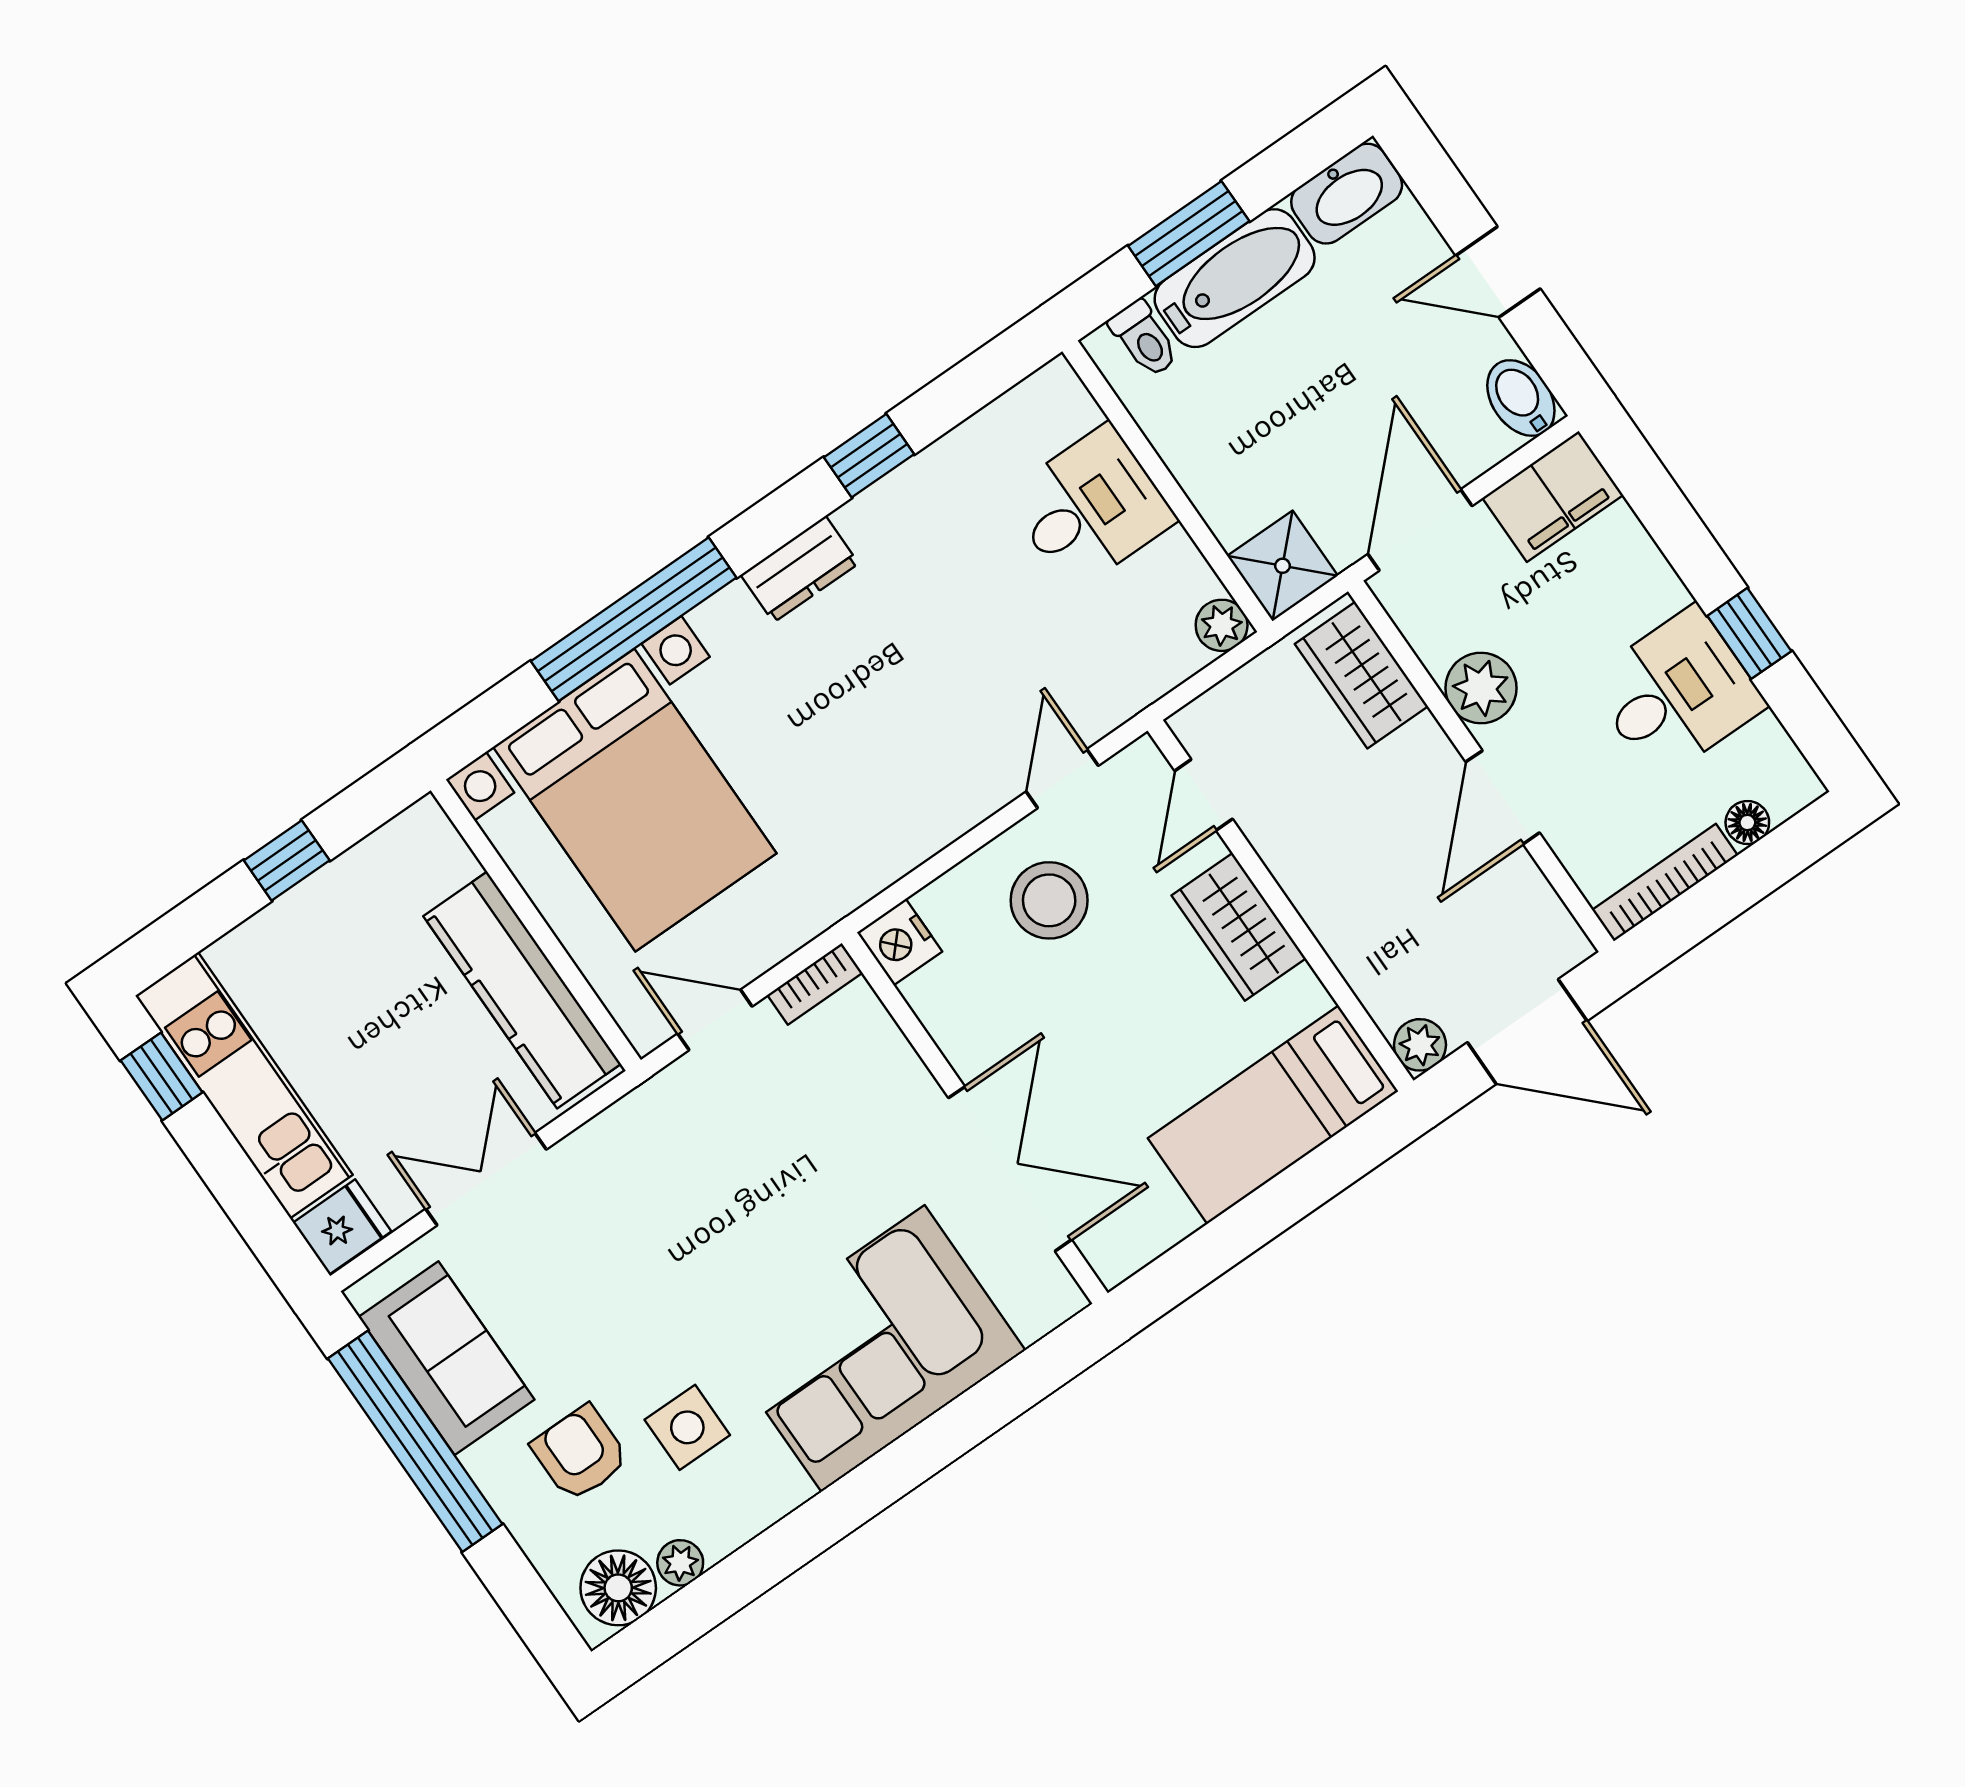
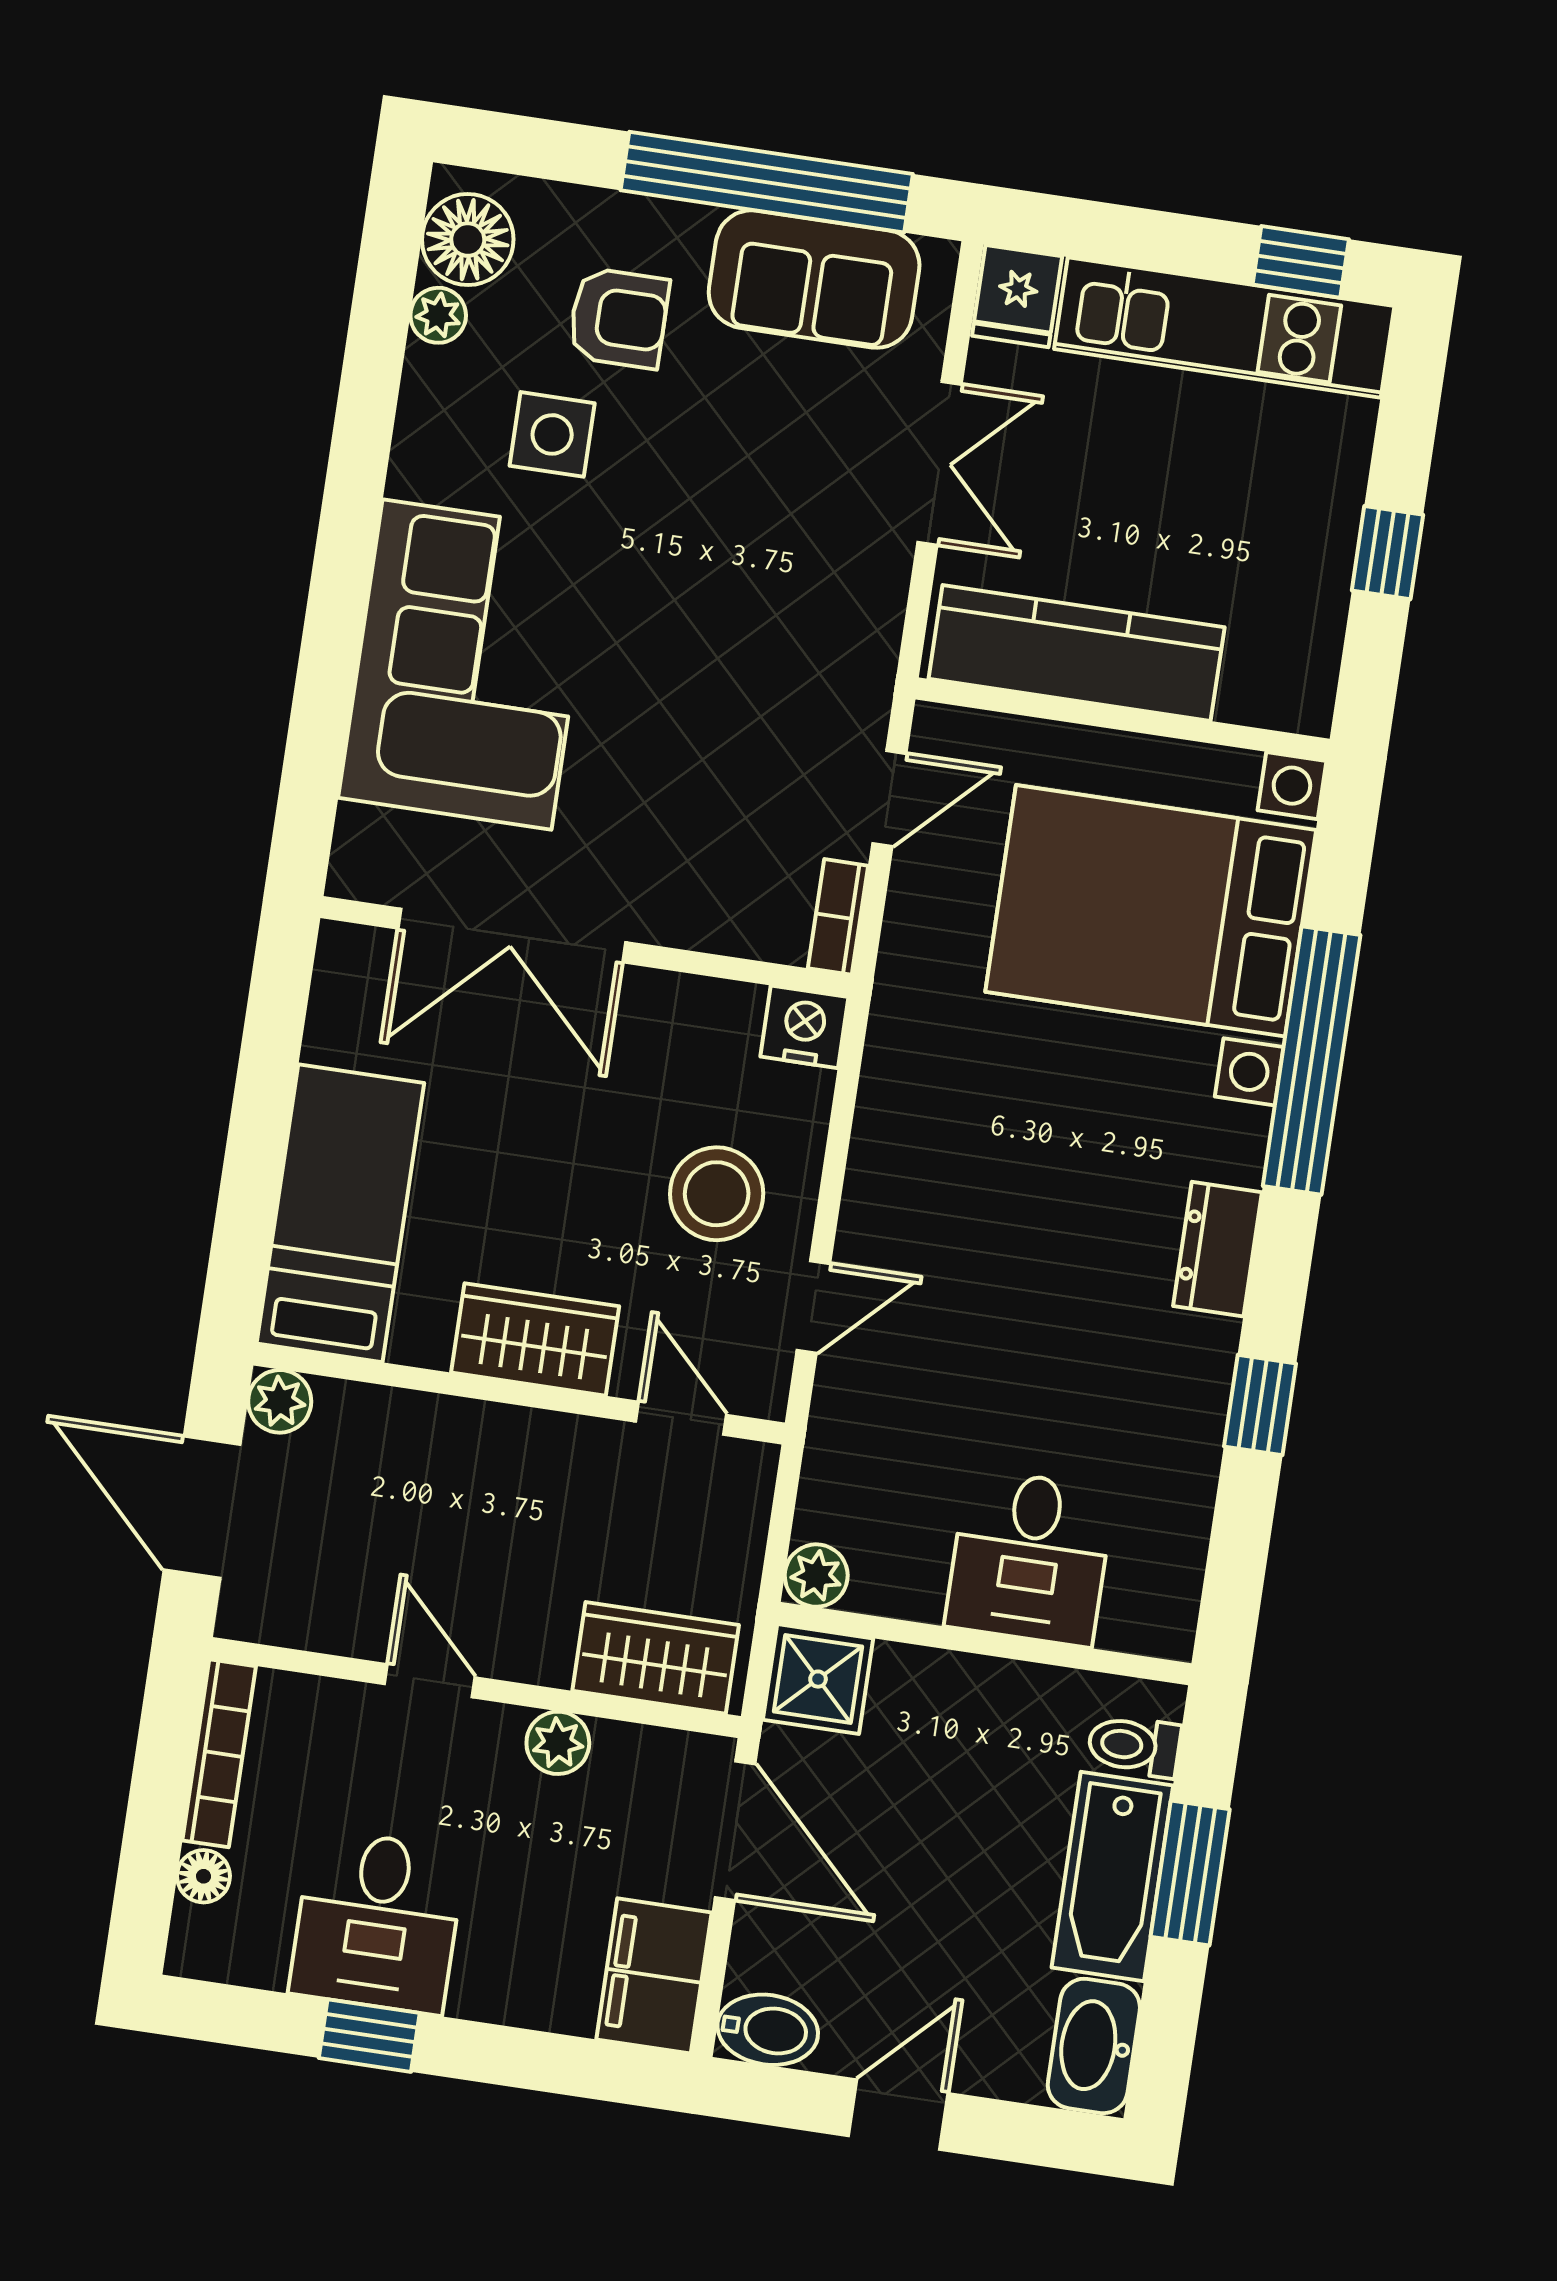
plant: (1481, 688) -> (558, 1743), width x0.73, depth x0.73
door: (1062, 779) -> (813, 1307), hinge flipped
door: (1503, 797) -> (430, 1681), width x0.73
door: (1527, 1032) -> (202, 1507), hinge flipped

